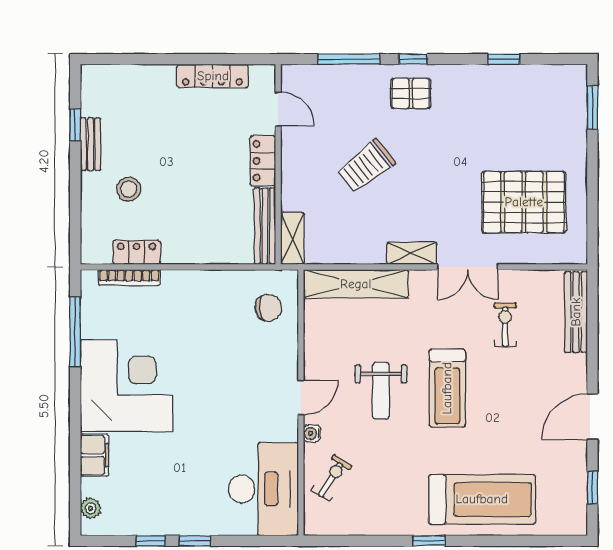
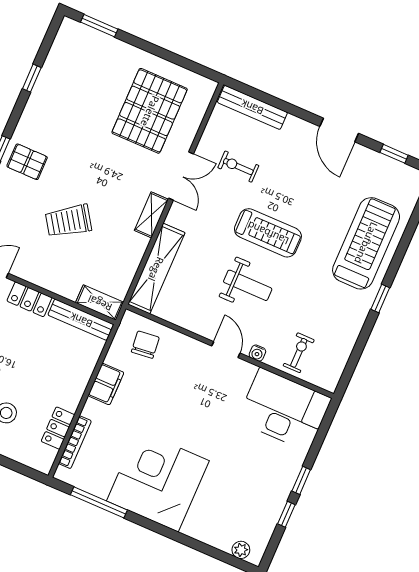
pallet: (411, 93) -> (27, 162), turned 90
trolley: (366, 166) -> (68, 221), turned 94
filing cabinet: (94, 455) -> (106, 384), moved, turned 90
exercise bike: (332, 478) -> (299, 353), turned 58

